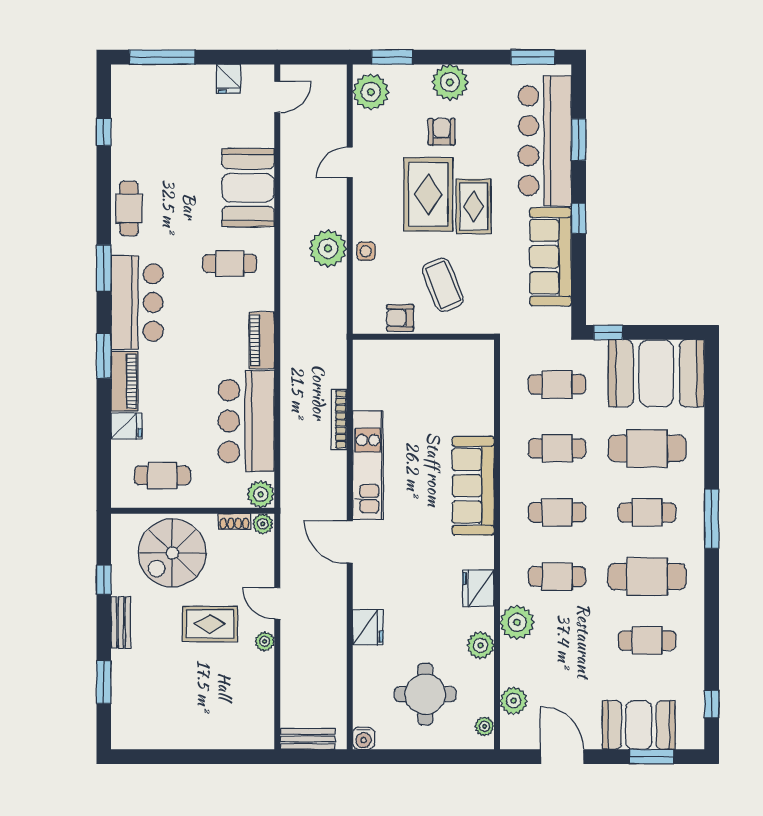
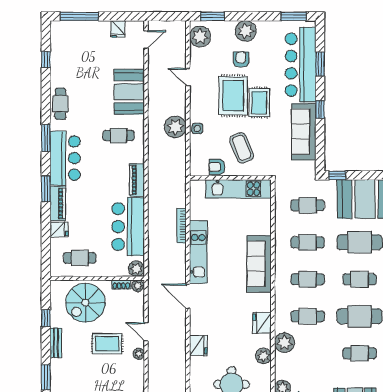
door: (350, 162) -> (188, 77), hinge flipped
kitchen unit: (437, 356) -> (238, 189), added

